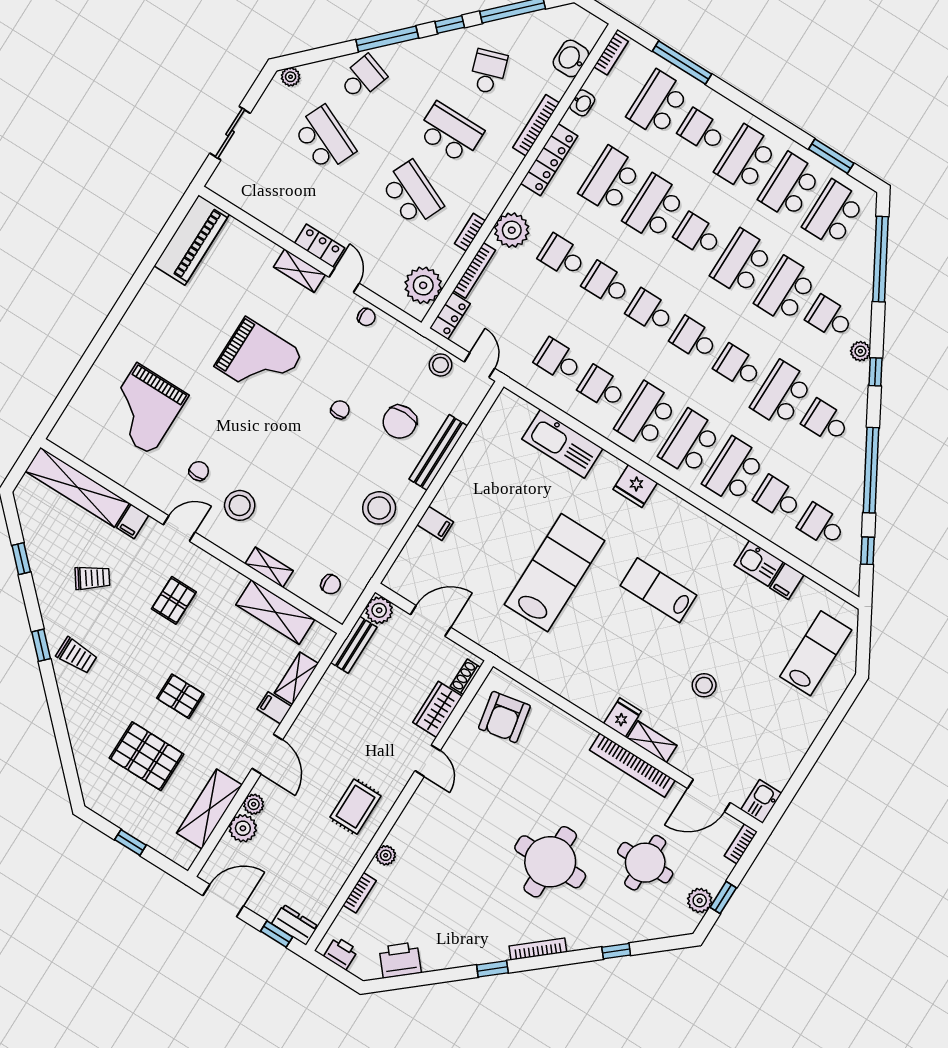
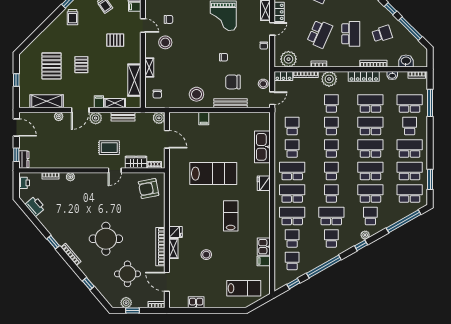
school desk: (698, 235) -> (370, 148), width x1.85
bench: (354, 645) -> (123, 117), moved
kitchen sink: (761, 801) -> (196, 302), moved
rug: (355, 807) -> (109, 148), moved
plant: (243, 828) -> (96, 118), moved

